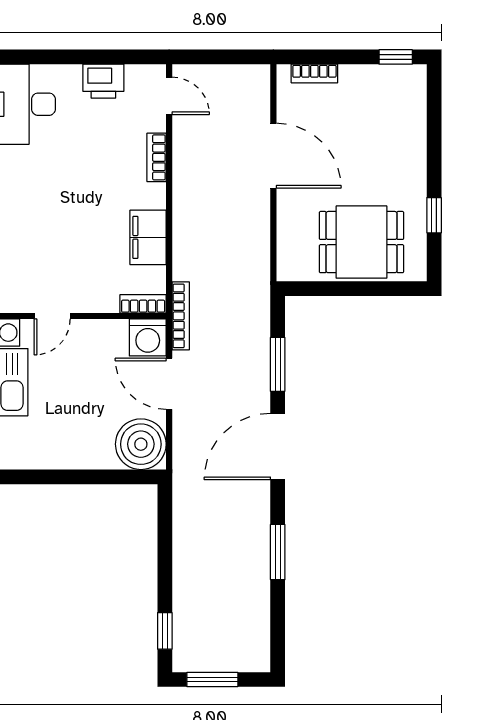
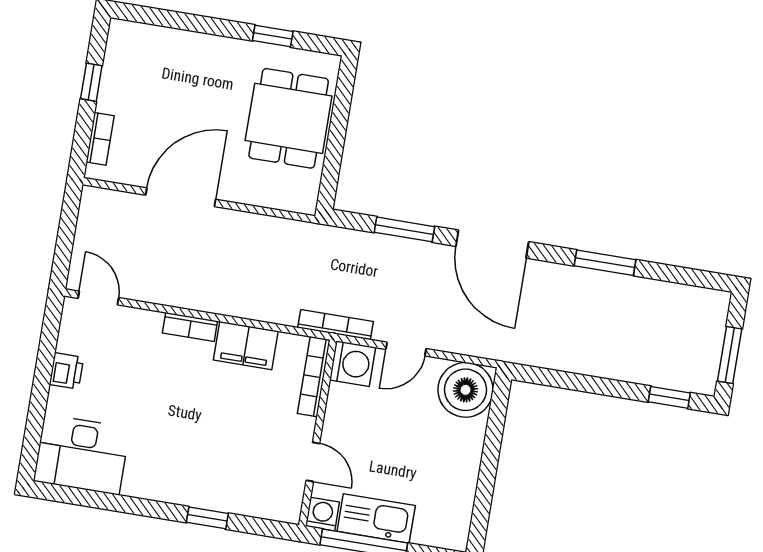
window: (396, 57) -> (91, 82), moved
printer: (103, 81) -> (66, 371), width x0.73, depth x0.81
door: (169, 96) -> (98, 298), hinge flipped
bookcase: (157, 157) -> (190, 327), moved
bookcase: (143, 304) -> (314, 377), width x1.56
door: (169, 384) -> (406, 349), width x0.73

